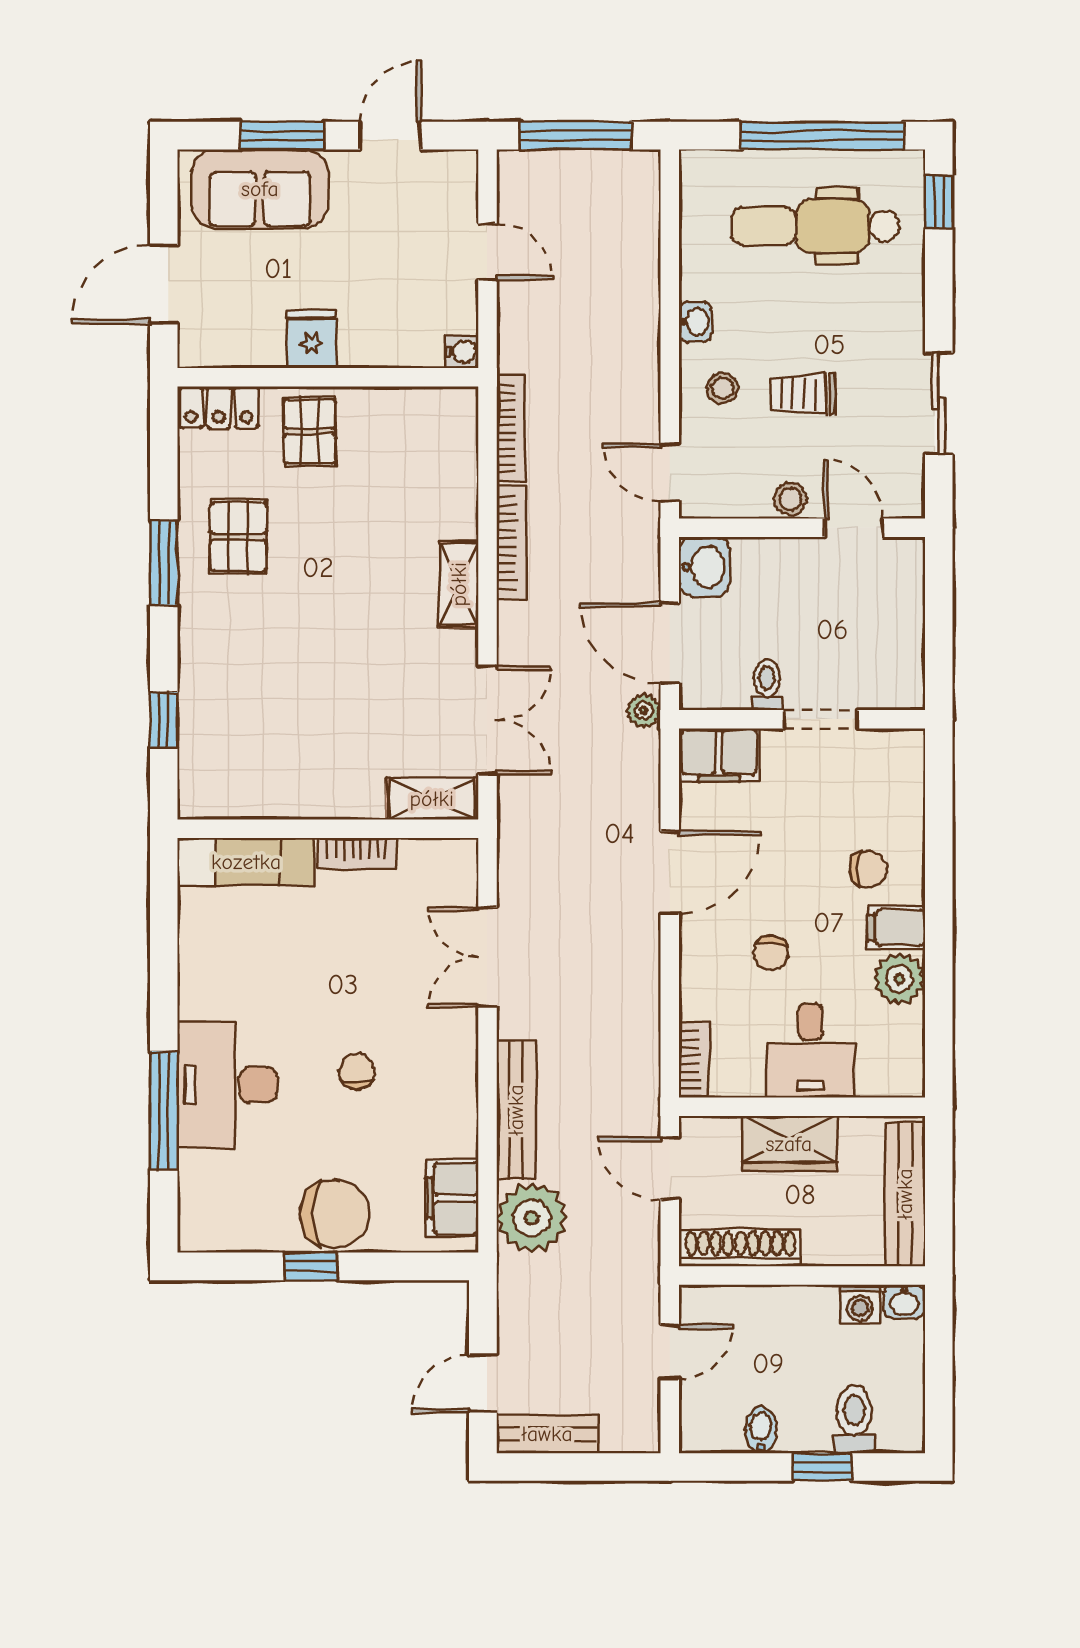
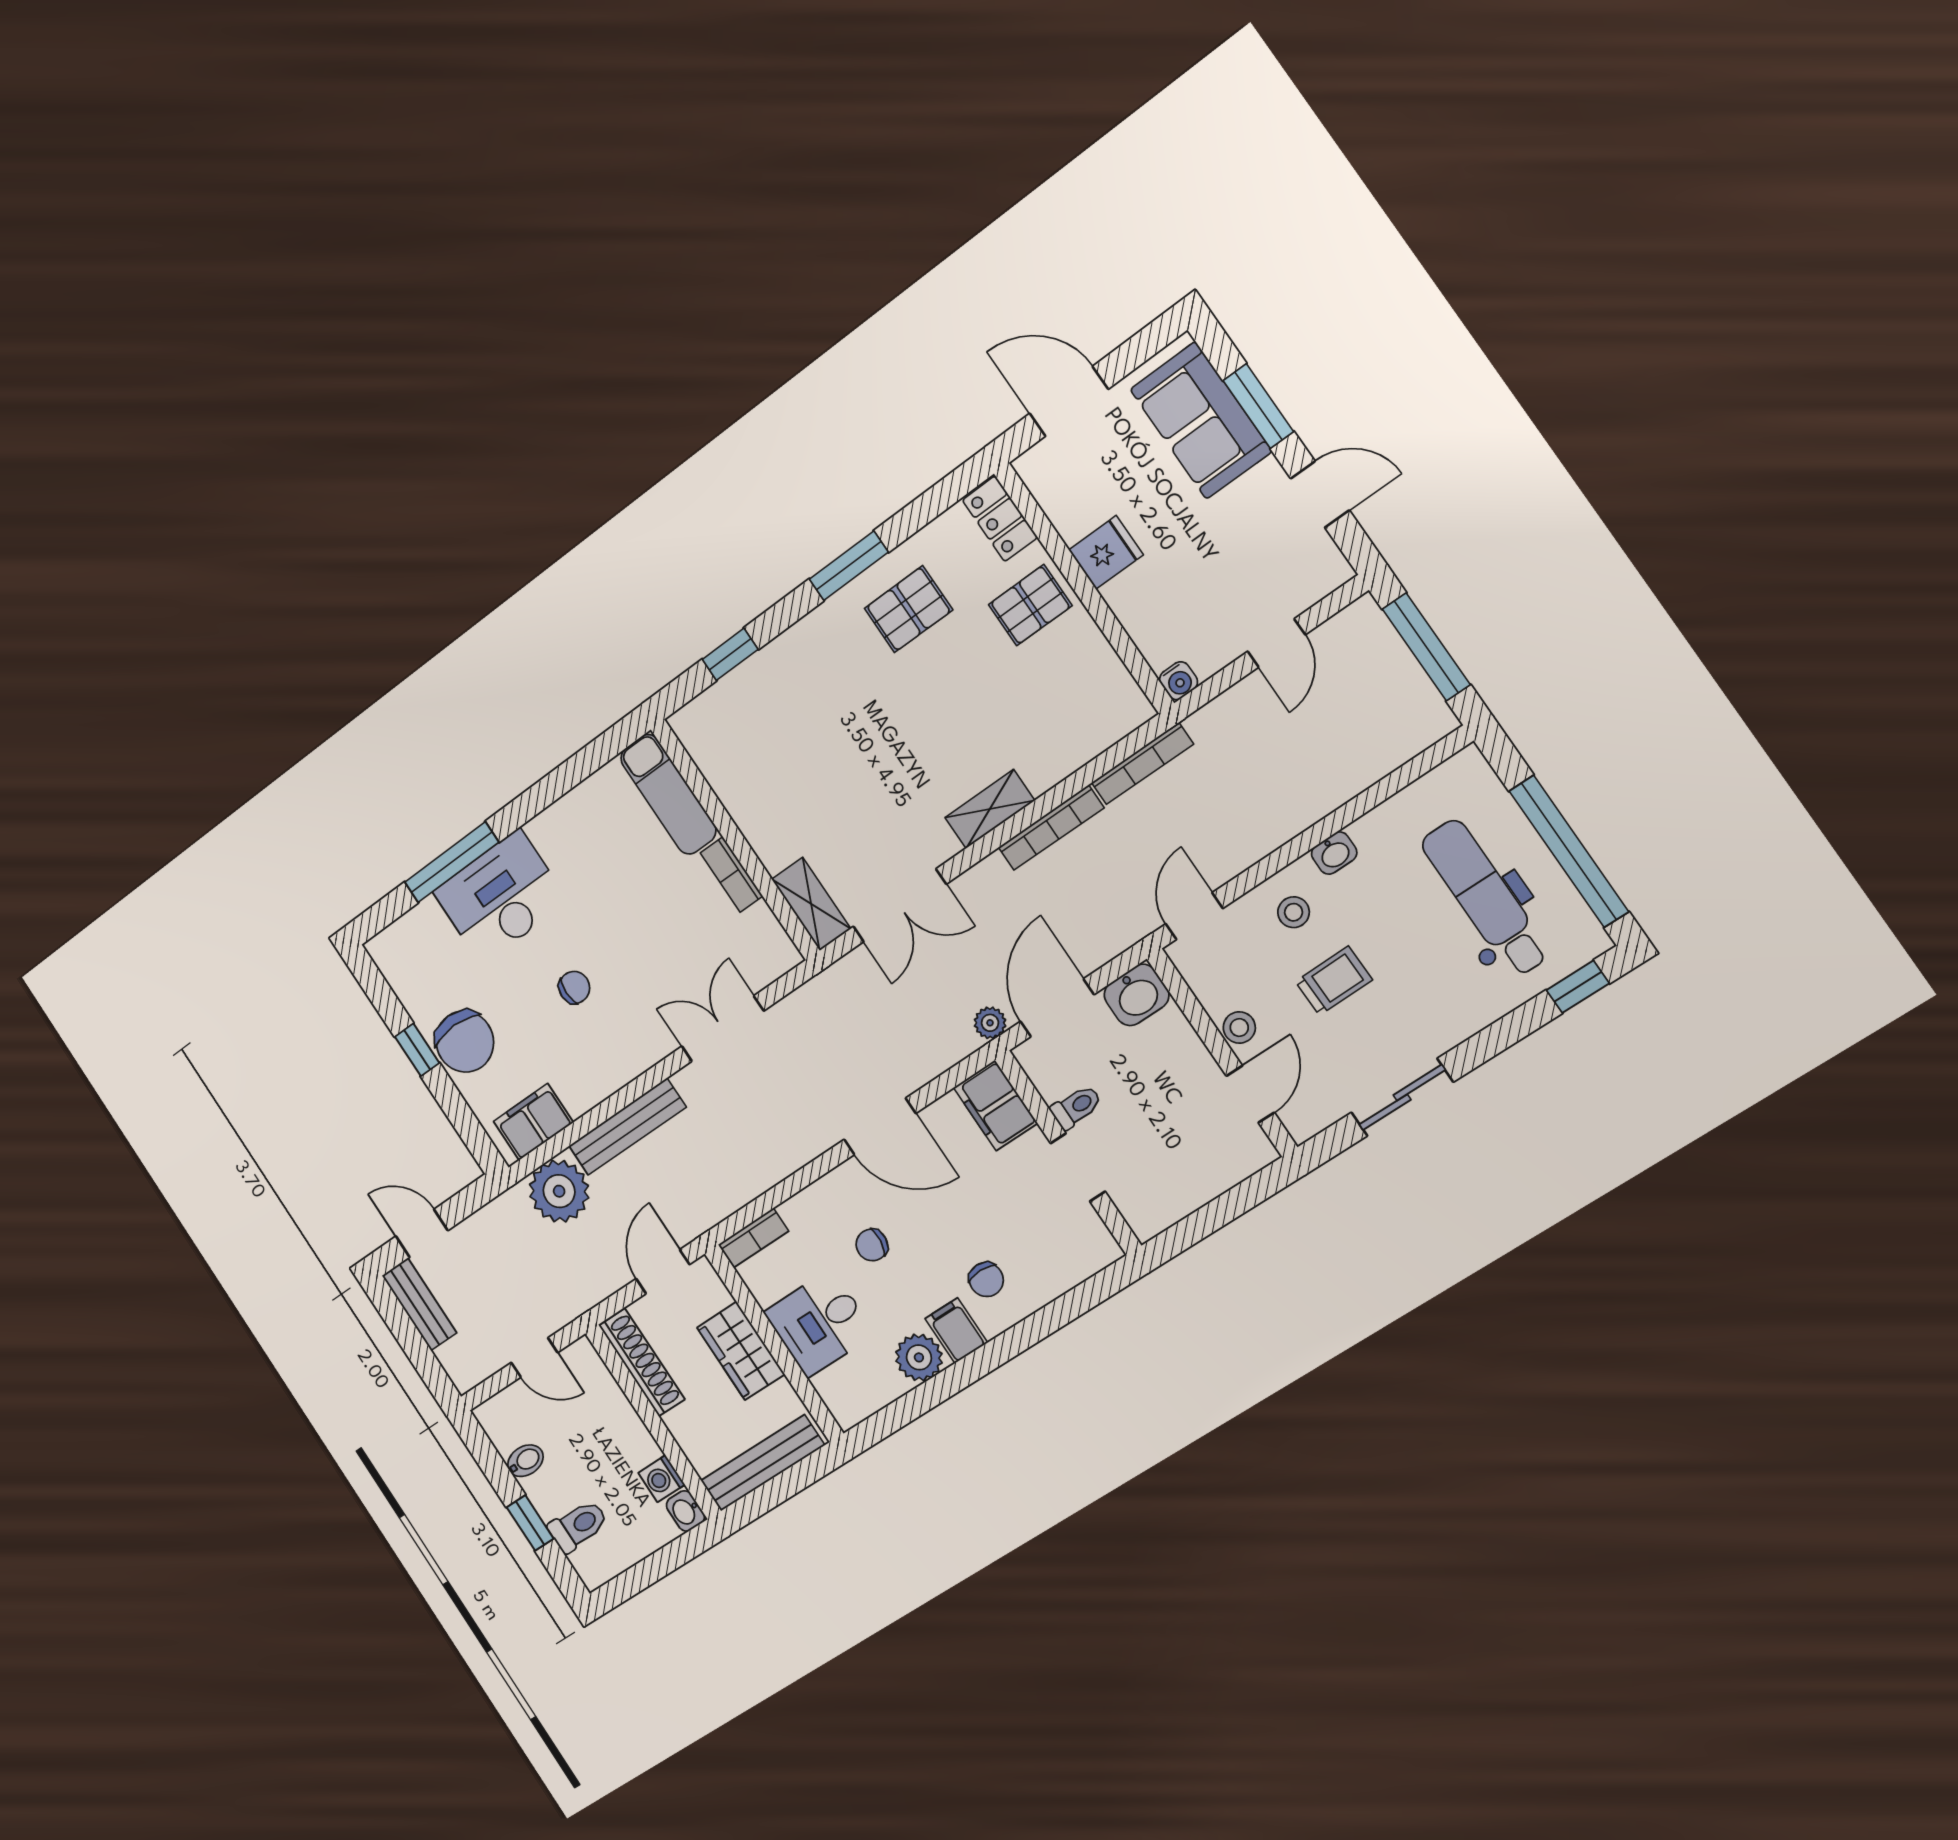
trolley: (803, 394) -> (1334, 981), turned 89

